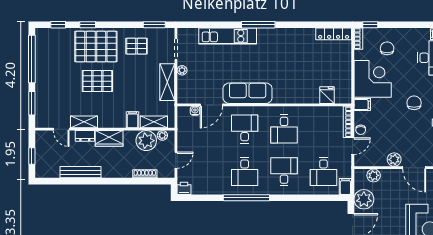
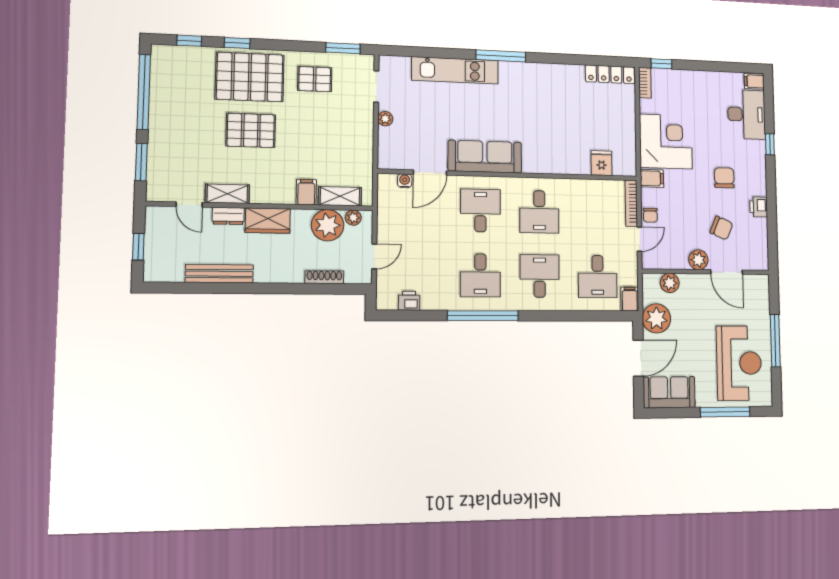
chair: (387, 48) -> (721, 228), moved, turned 113
shelving: (167, 82) -> (362, 136), removed
printer: (184, 188) -> (409, 301), moved

